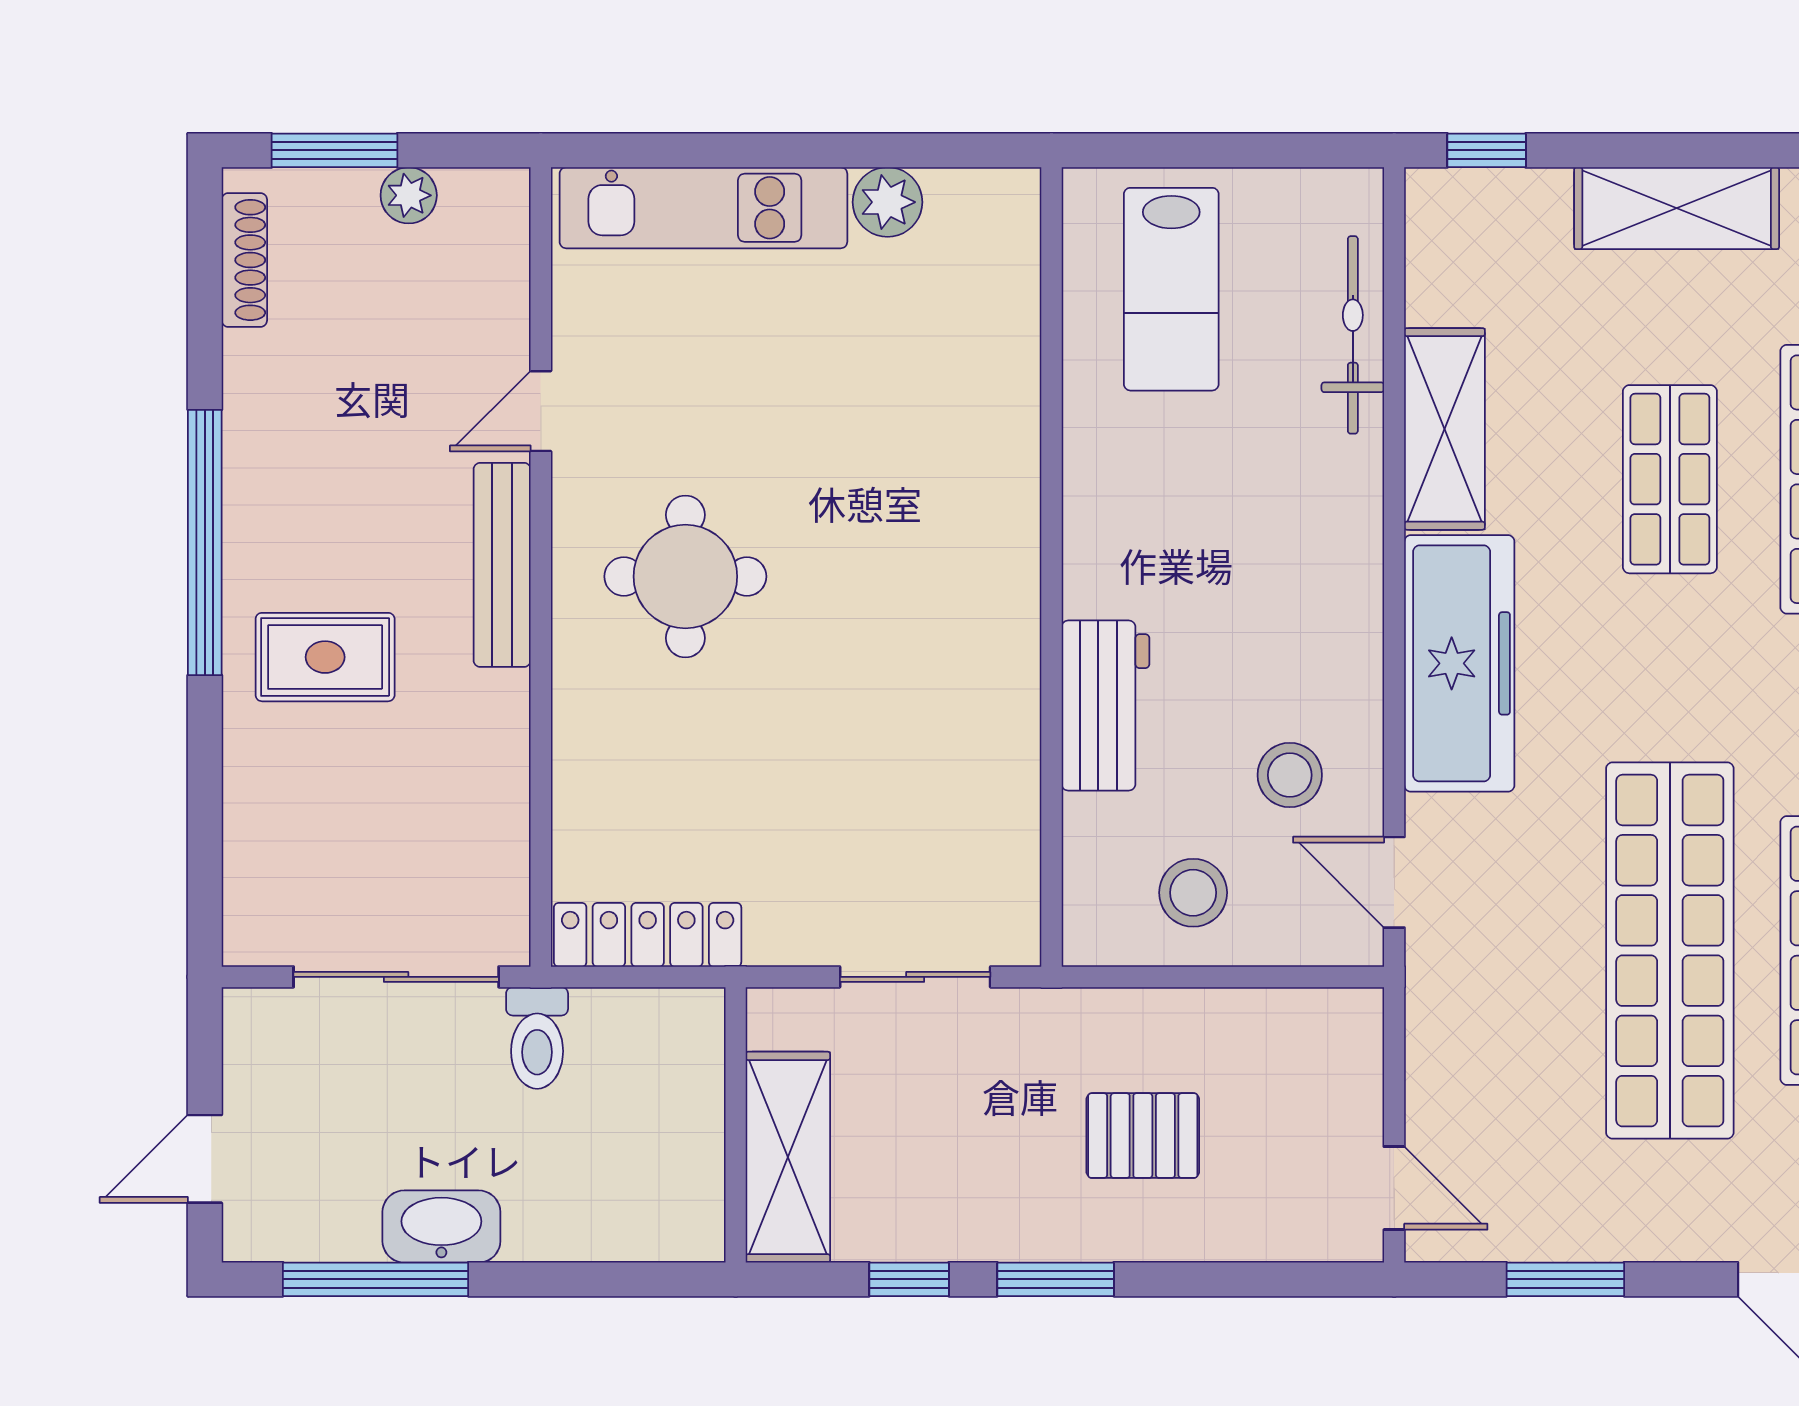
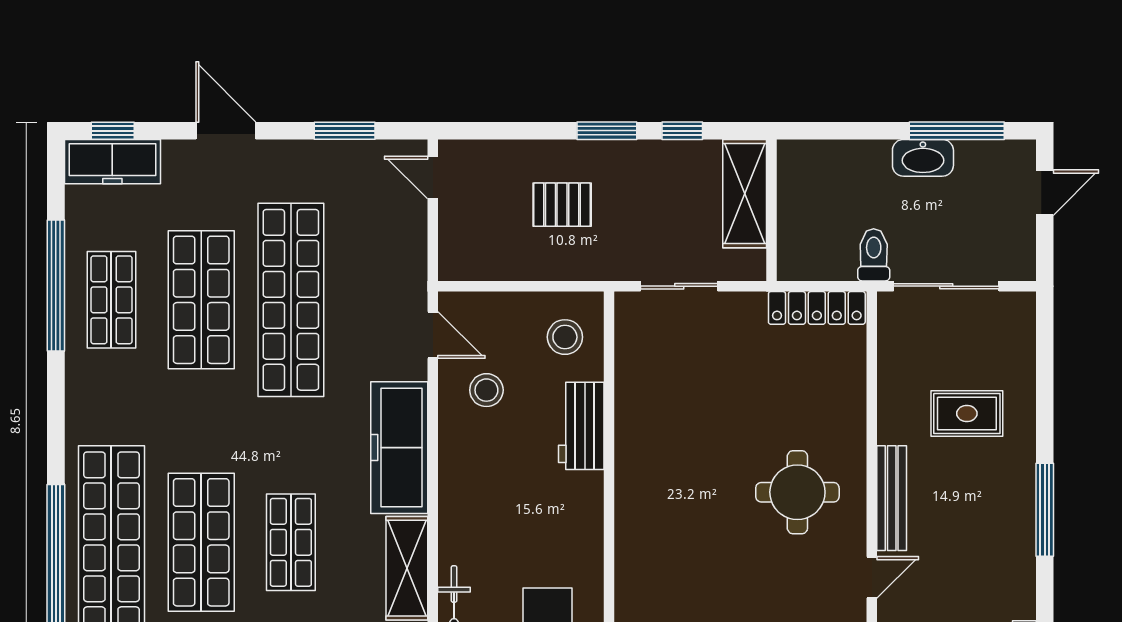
window: (205, 542) -> (1045, 510), width x0.68
rug: (325, 657) -> (967, 413), moved
stool: (1193, 893) -> (565, 337), moved

